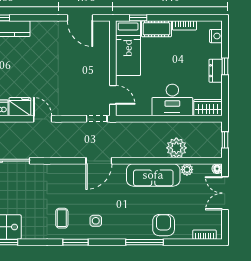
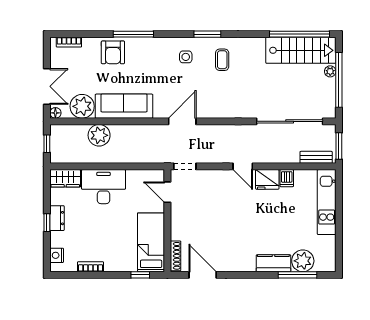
cot: (156, 29) -> (121, 263), removed
shoe rack: (105, 36) -> (175, 256), added
plant: (187, 170) -> (82, 106), width x1.88, depth x1.88

